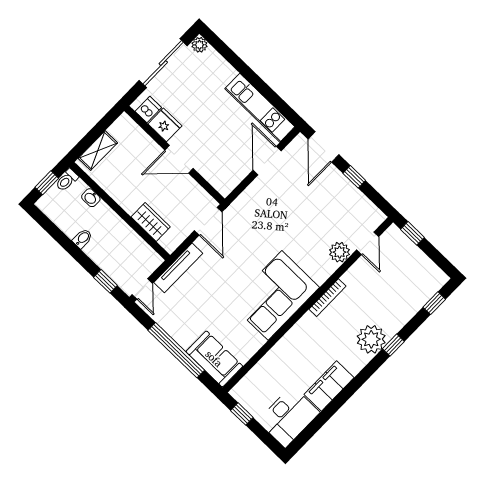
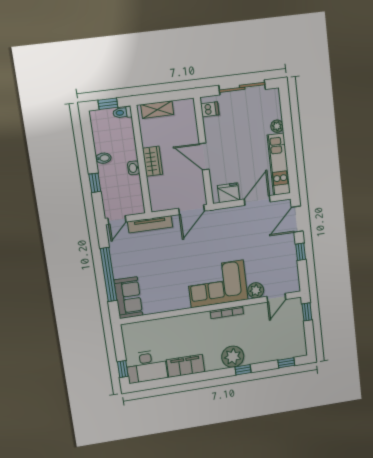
plant: (199, 45) -> (277, 126), moved
fridge: (165, 125) -> (229, 193), moved, turned -90
washbasin: (91, 198) -> (134, 168), moved
wardrobe: (151, 222) -> (153, 161), moved
window: (105, 281) -> (95, 183), moved
corner sofa: (275, 295) -> (217, 284), moved
window: (242, 414) -> (123, 369), moved

